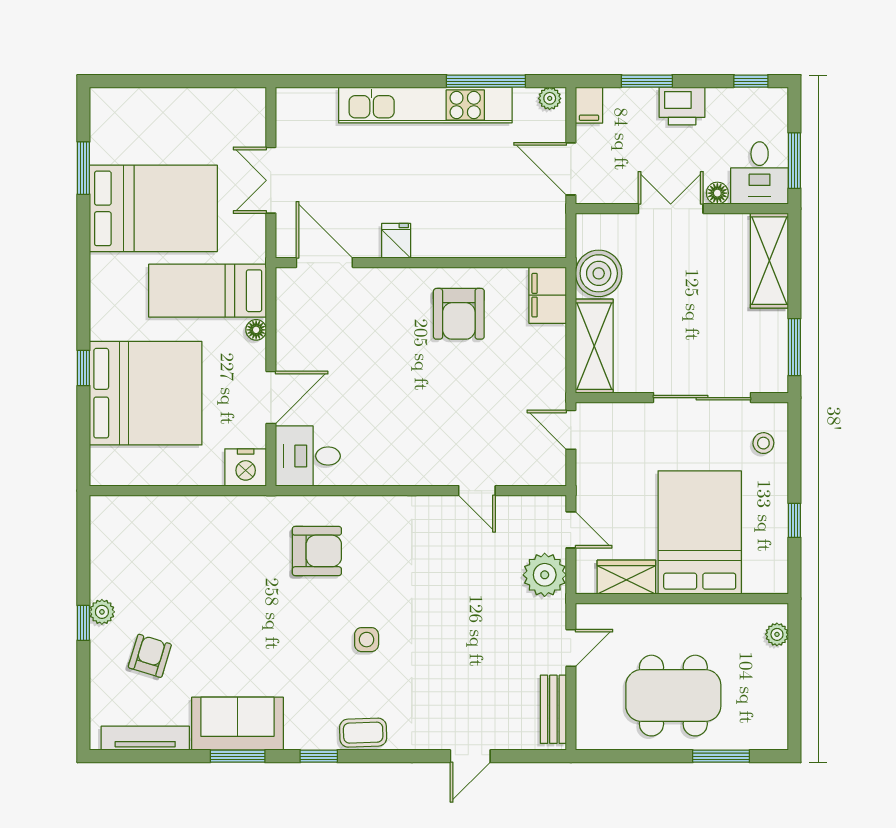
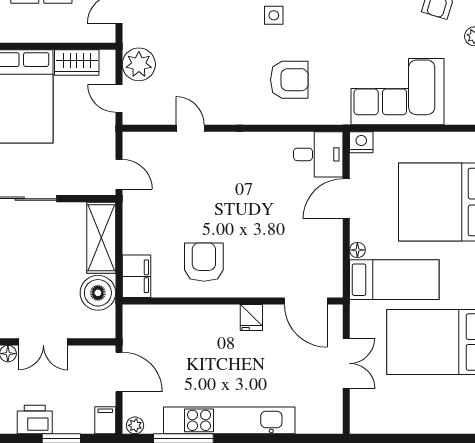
nightstand: (246, 467) -> (361, 142), width x0.74, depth x0.75
corner sofa: (203, 539) -> (398, 92), added
armchair: (317, 551) -> (289, 80), moved, turned 180

